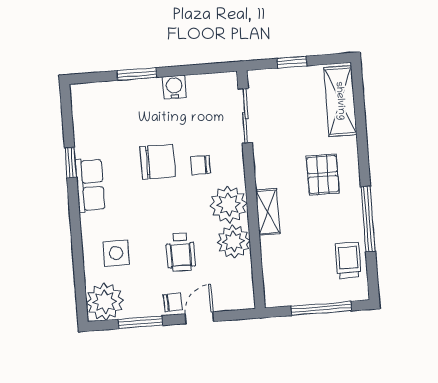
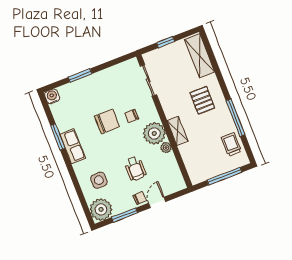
water cooler: (174, 87) -> (52, 96), moved
window: (71, 163) -> (58, 137), width x1.50
plant: (234, 241) -> (166, 148), width x0.53, depth x0.53

